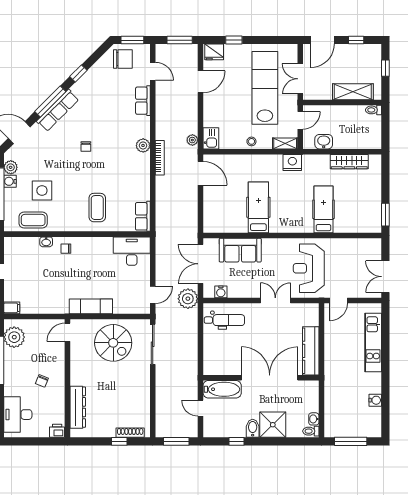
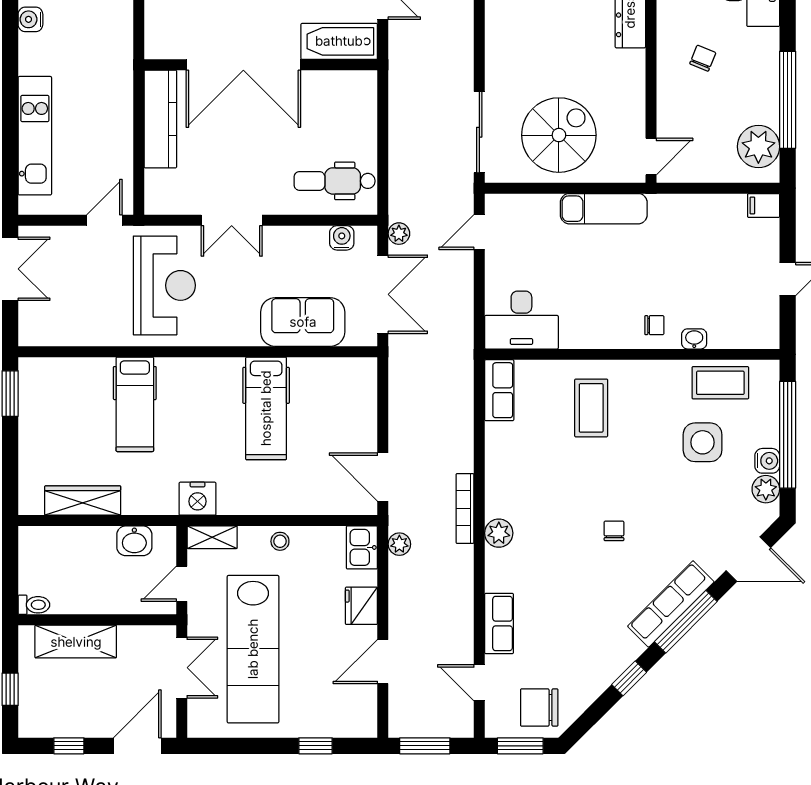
fridge: (214, 52) -> (361, 606), moved, turned -90
plant: (188, 299) -> (399, 234), width x0.53, depth x0.53
spiral stairs: (113, 343) -> (559, 135), turned 90

